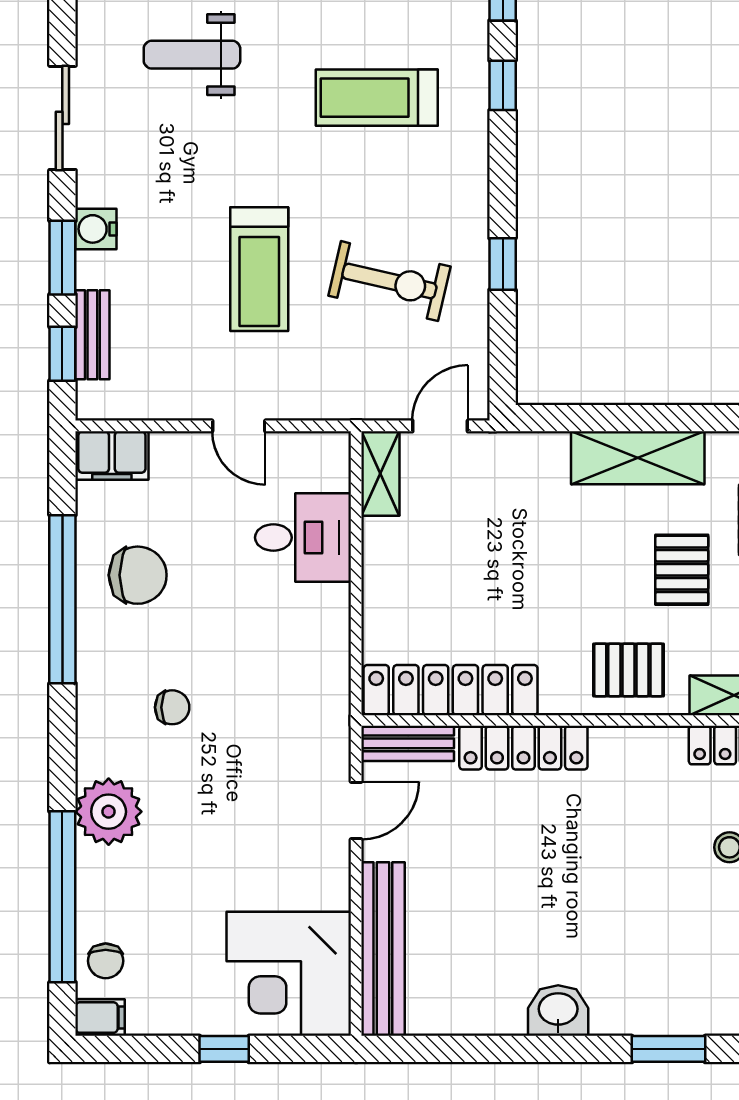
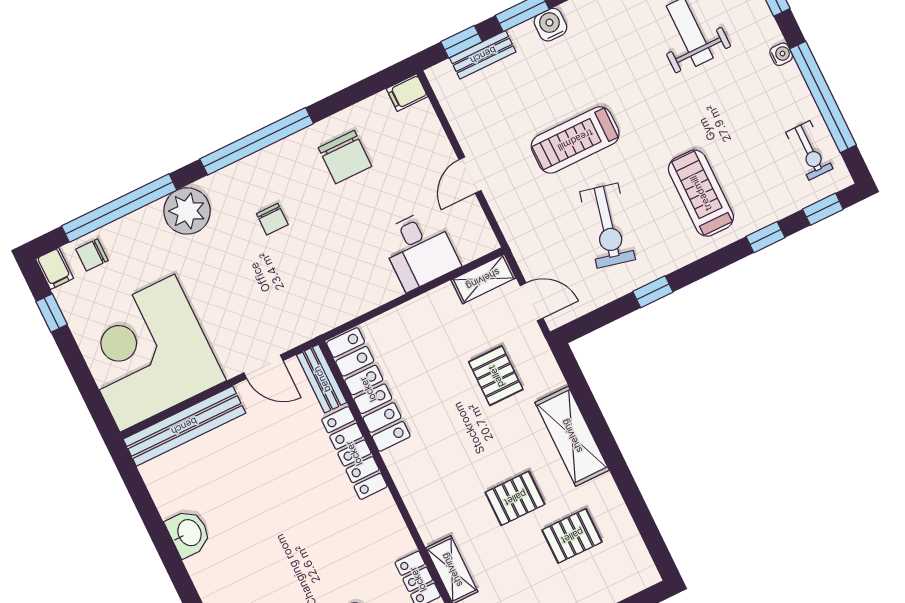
treadmill: (377, 98) -> (701, 193), moved
filing cabinet: (112, 455) -> (407, 93), width x0.50
window: (62, 599) -> (257, 141), moved
pallet: (628, 670) -> (496, 376), moved
corner desk: (289, 974) -> (147, 353), width x1.36, depth x1.36
washbasin: (558, 1010) -> (189, 533), moved
window: (224, 1049) -> (52, 313), moved

